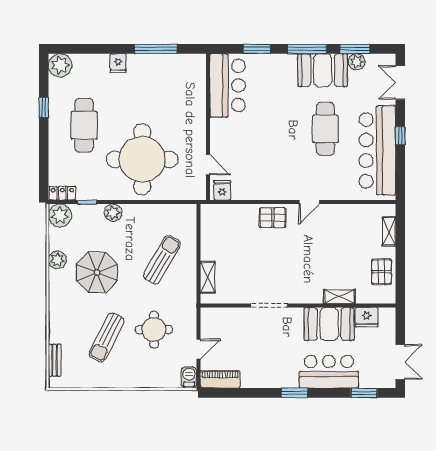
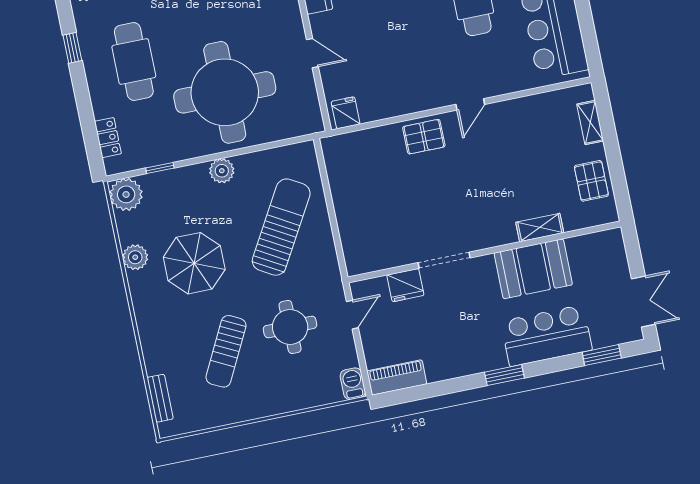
door: (208, 165) -> (312, 53), moved
locker: (62, 193) -> (108, 138), moved, turned 90
plant: (113, 213) -> (222, 171), moved
sun lounger: (162, 260) -> (281, 227), width x1.36, depth x1.34
shelving: (208, 277) -> (350, 238), removed
fridge: (367, 317) -> (405, 285), moved
door: (199, 349) -> (352, 315), moved

